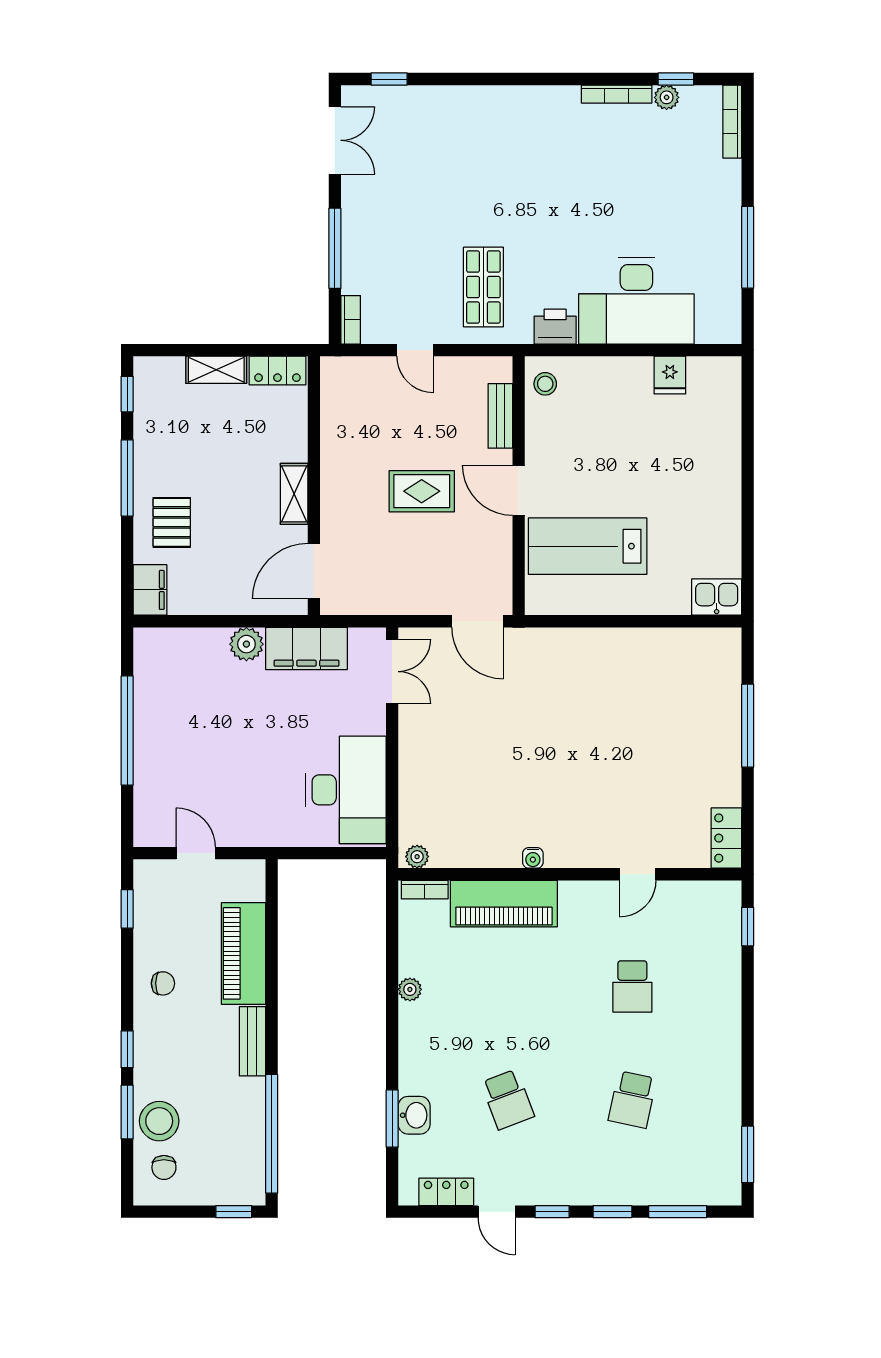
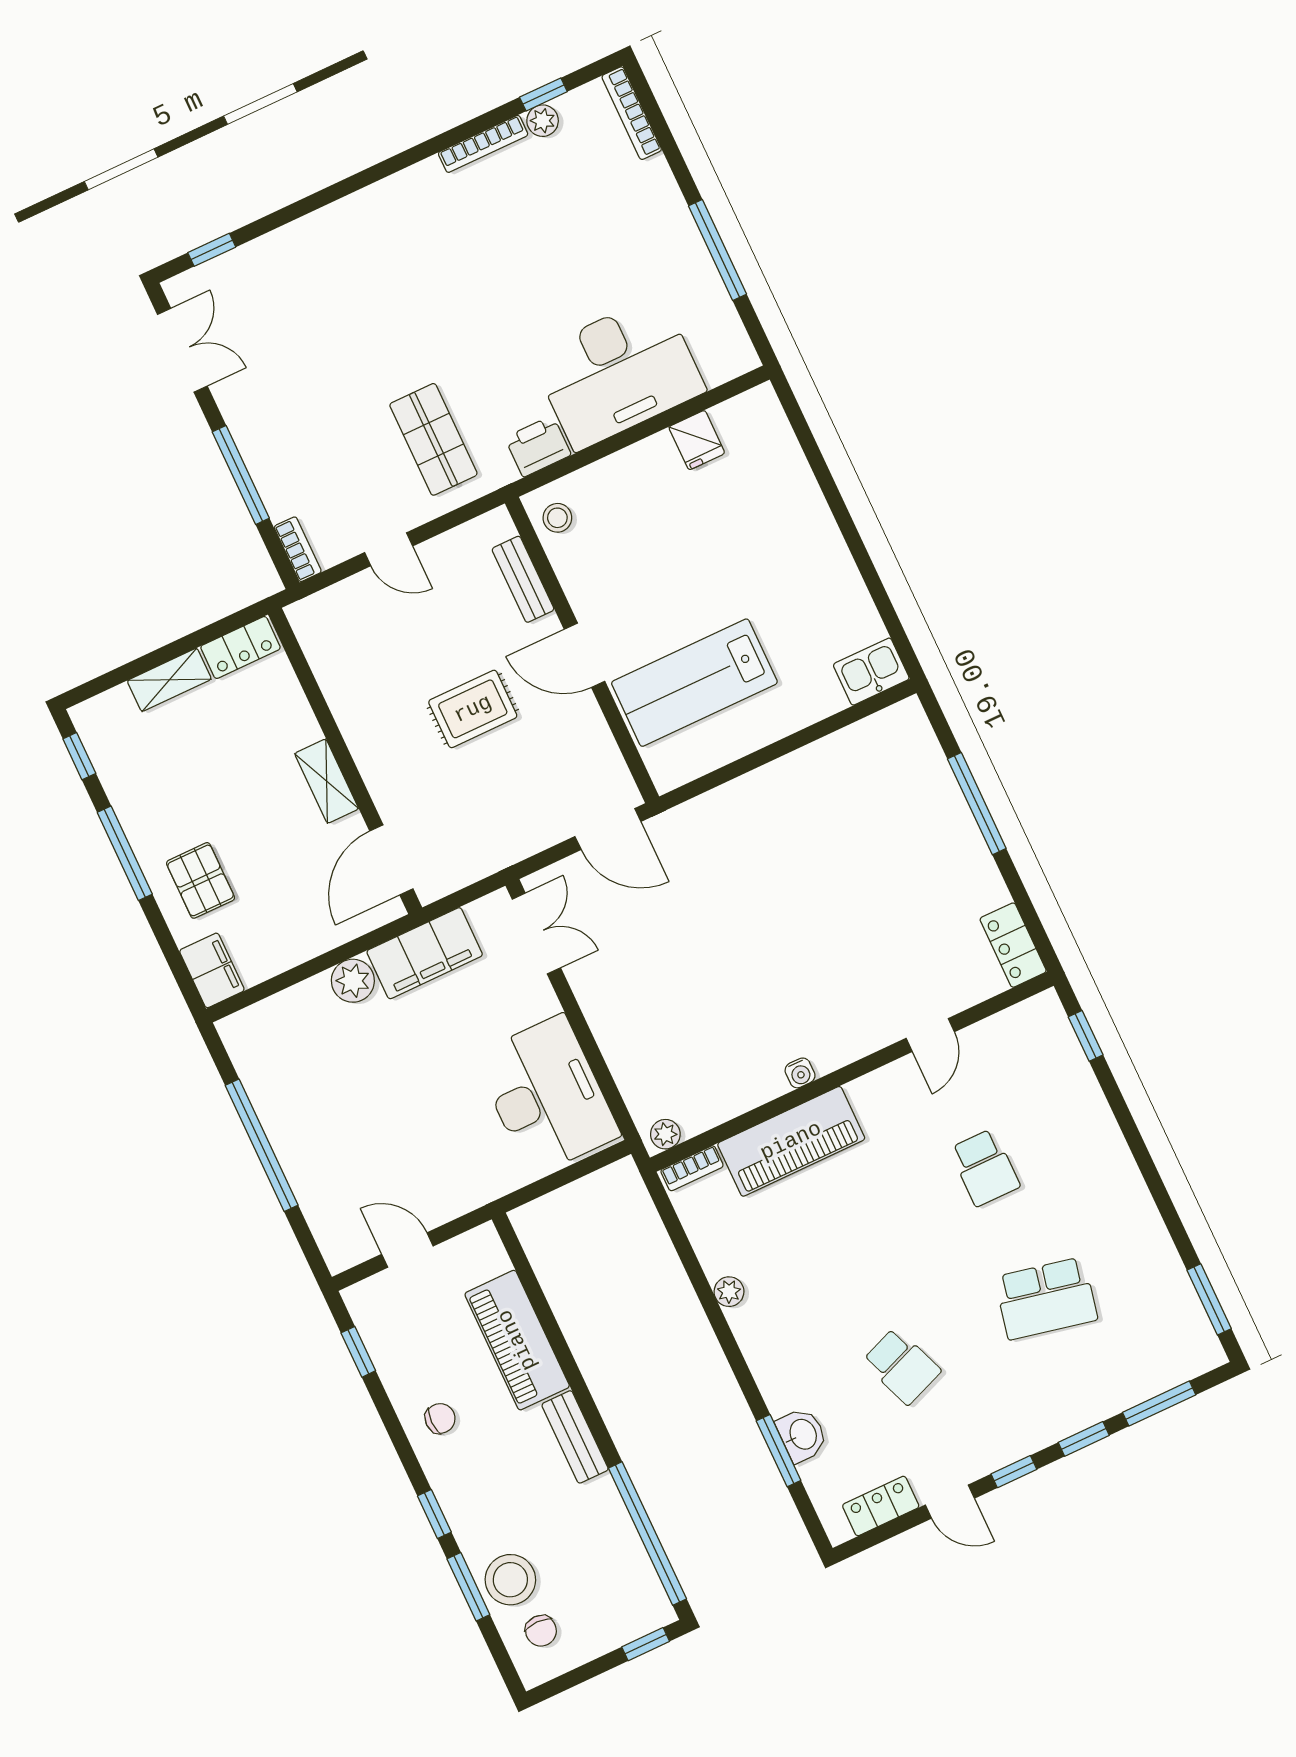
school desk: (632, 1100) -> (1046, 1298), width x1.85

